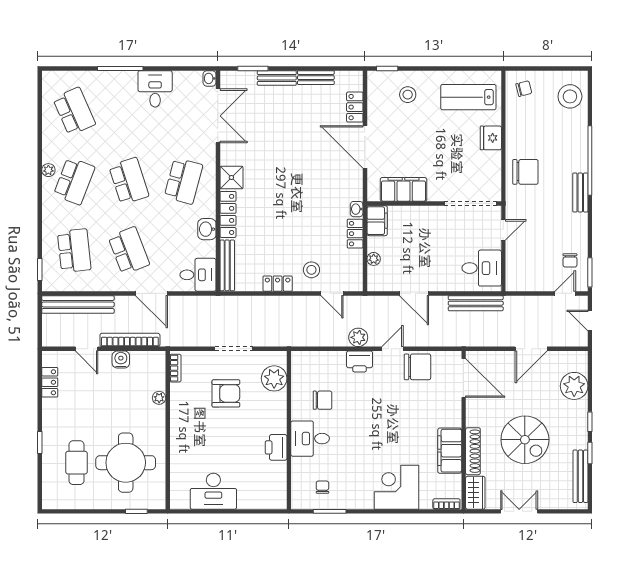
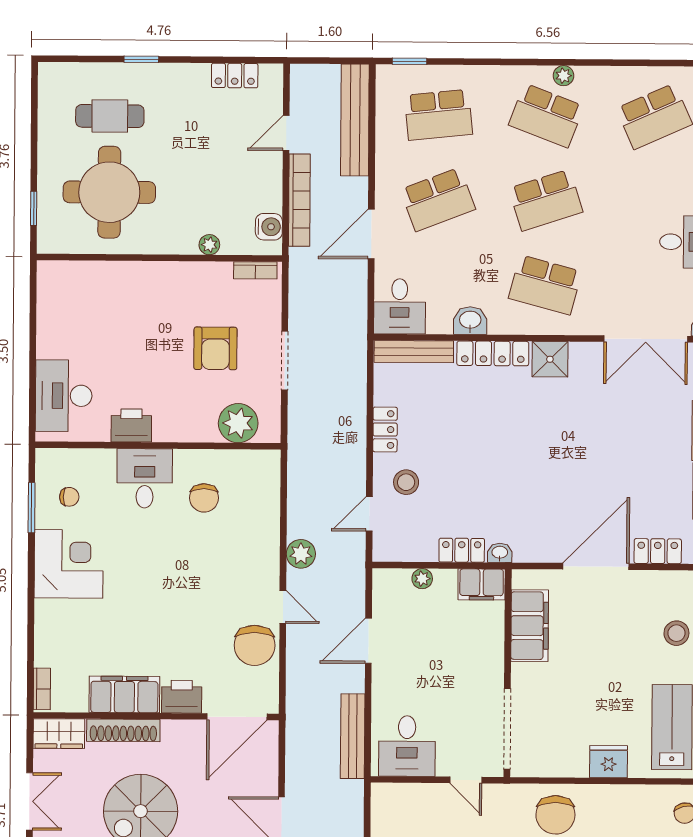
water cooler: (121, 359) -> (269, 227), moved
printer: (360, 361) -> (182, 697), moved, turned 90
corner desk: (397, 487) -> (69, 564), moved
desk: (213, 491) -> (64, 396), moved

